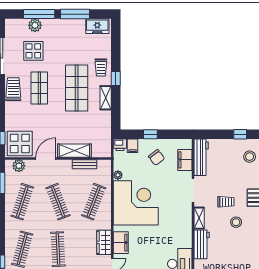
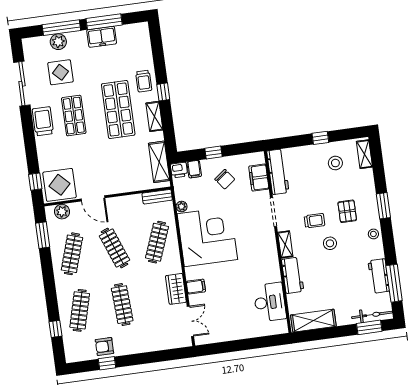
freezer: (97, 26) -> (102, 37), moved
shelving: (74, 151) -> (159, 162), moved, turned 90
door: (46, 158) -> (93, 198), swing flipped
bench: (85, 164) -> (157, 197), moved
filing cabinet: (121, 243) -> (196, 287), width x0.50

